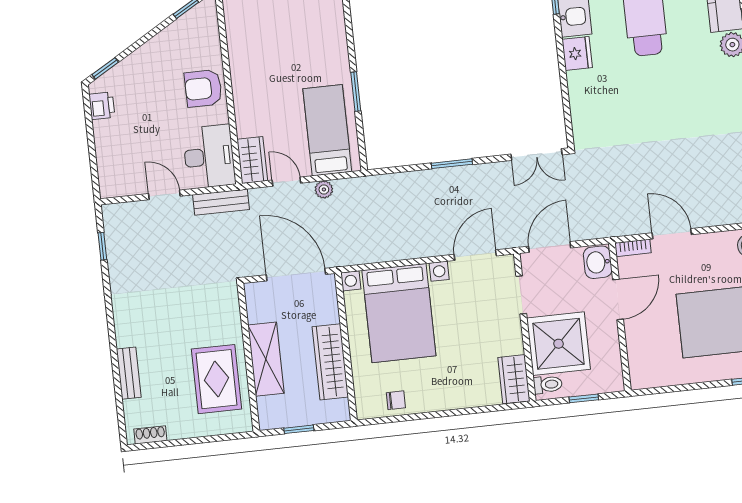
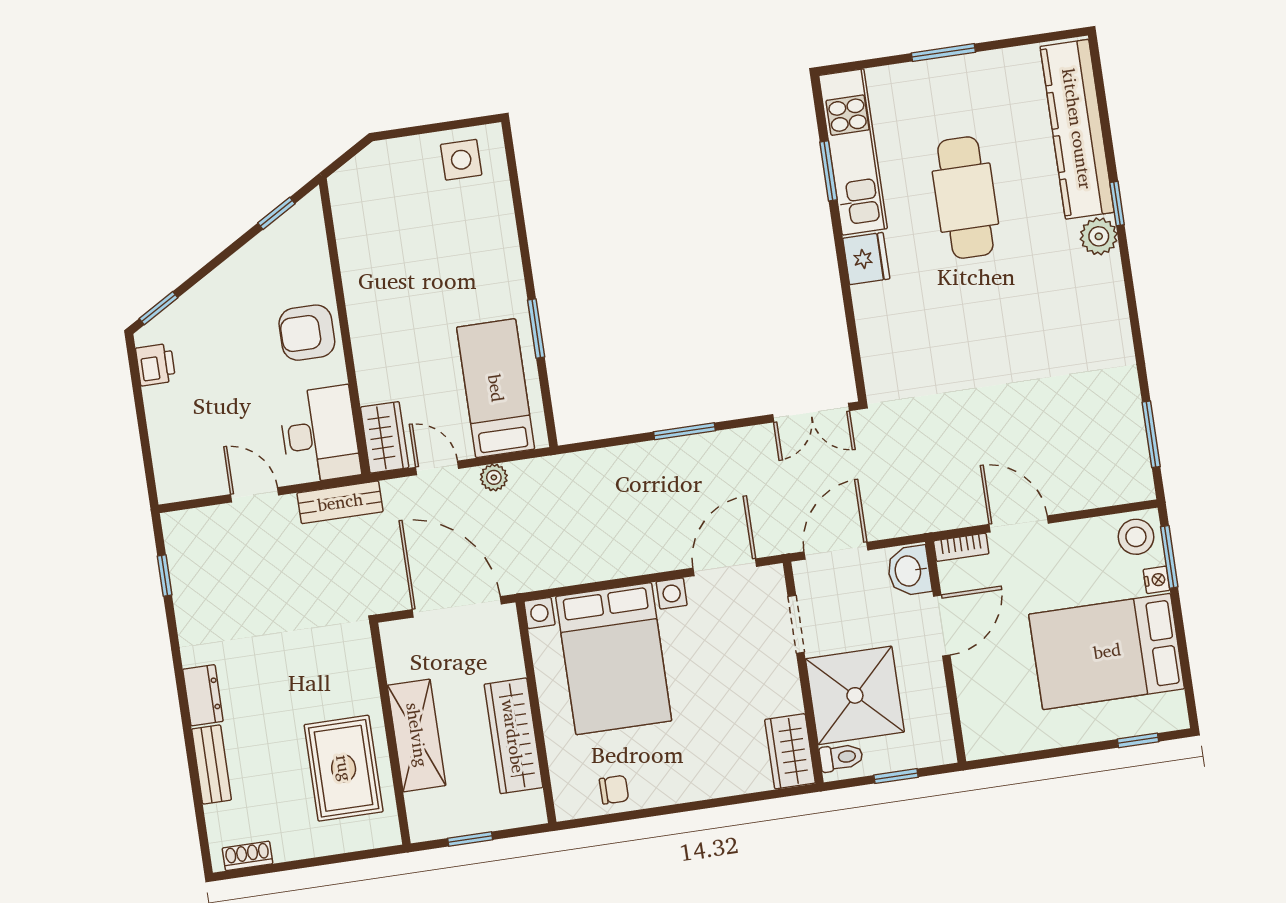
dresser: (125, 327) -> (203, 695), added

